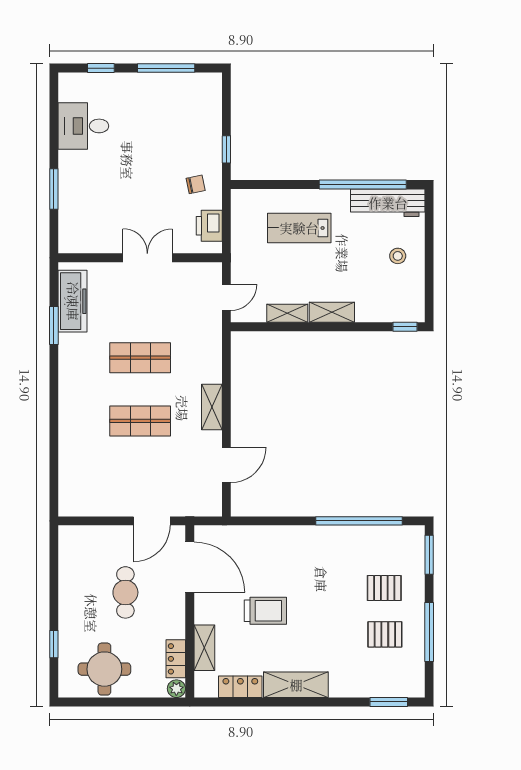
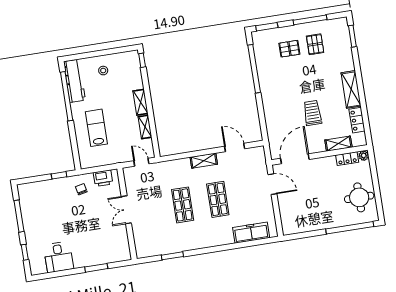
lab bench: (299, 228) -> (96, 128), turned 180
freezer: (73, 301) -> (251, 233), moved
pallet: (384, 588) -> (289, 49), turned 90
cafe table: (125, 592) -> (315, 192), removed
window: (54, 644) -> (350, 228), width x3.17

